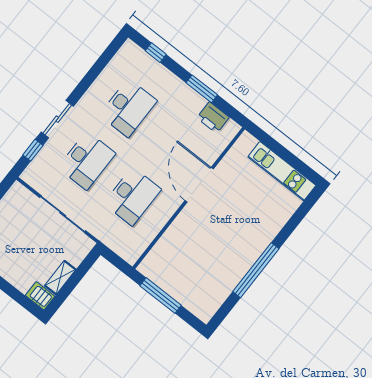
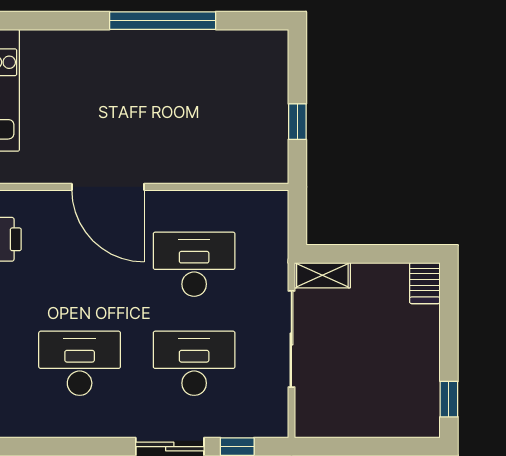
door: (199, 185) -> (108, 187), hinge flipped
shelving: (60, 278) -> (322, 275), moved
window: (161, 296) -> (297, 122), width x0.46

